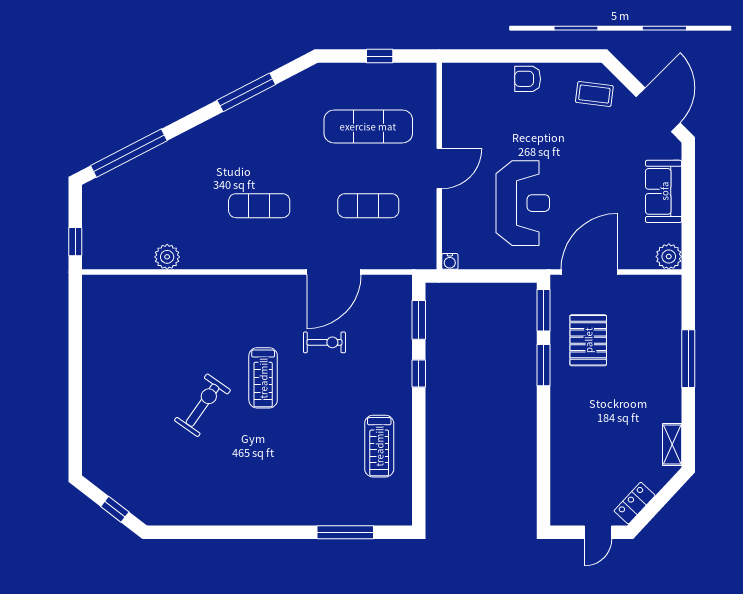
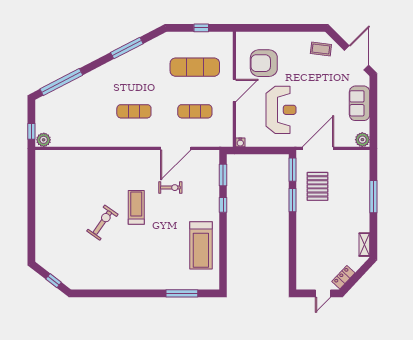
armchair: (528, 79) -> (264, 63), moved, width x1.88, depth x1.88
plant: (167, 257) -> (44, 140), moved
treadmill: (263, 378) -> (136, 207), turned 180
treadmill: (379, 446) -> (201, 245), width x1.37, depth x1.38

